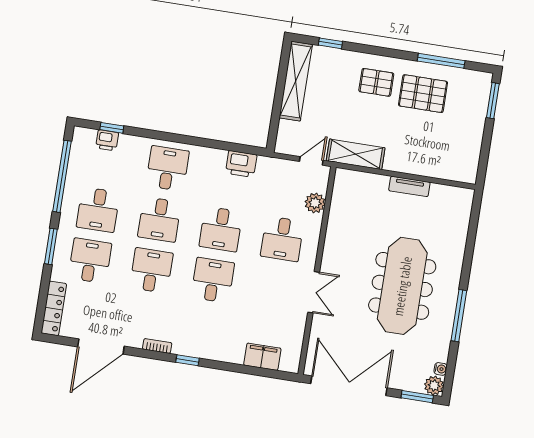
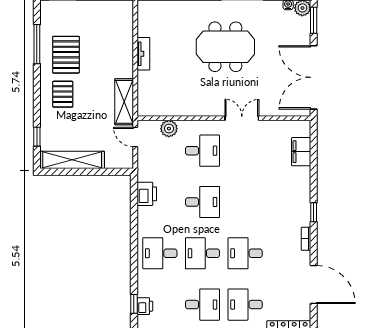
desk: (159, 219) -> (203, 253), turned 180
desk: (213, 280) -> (245, 202), removed
meeting table: (402, 286) -> (225, 47), width x0.73

